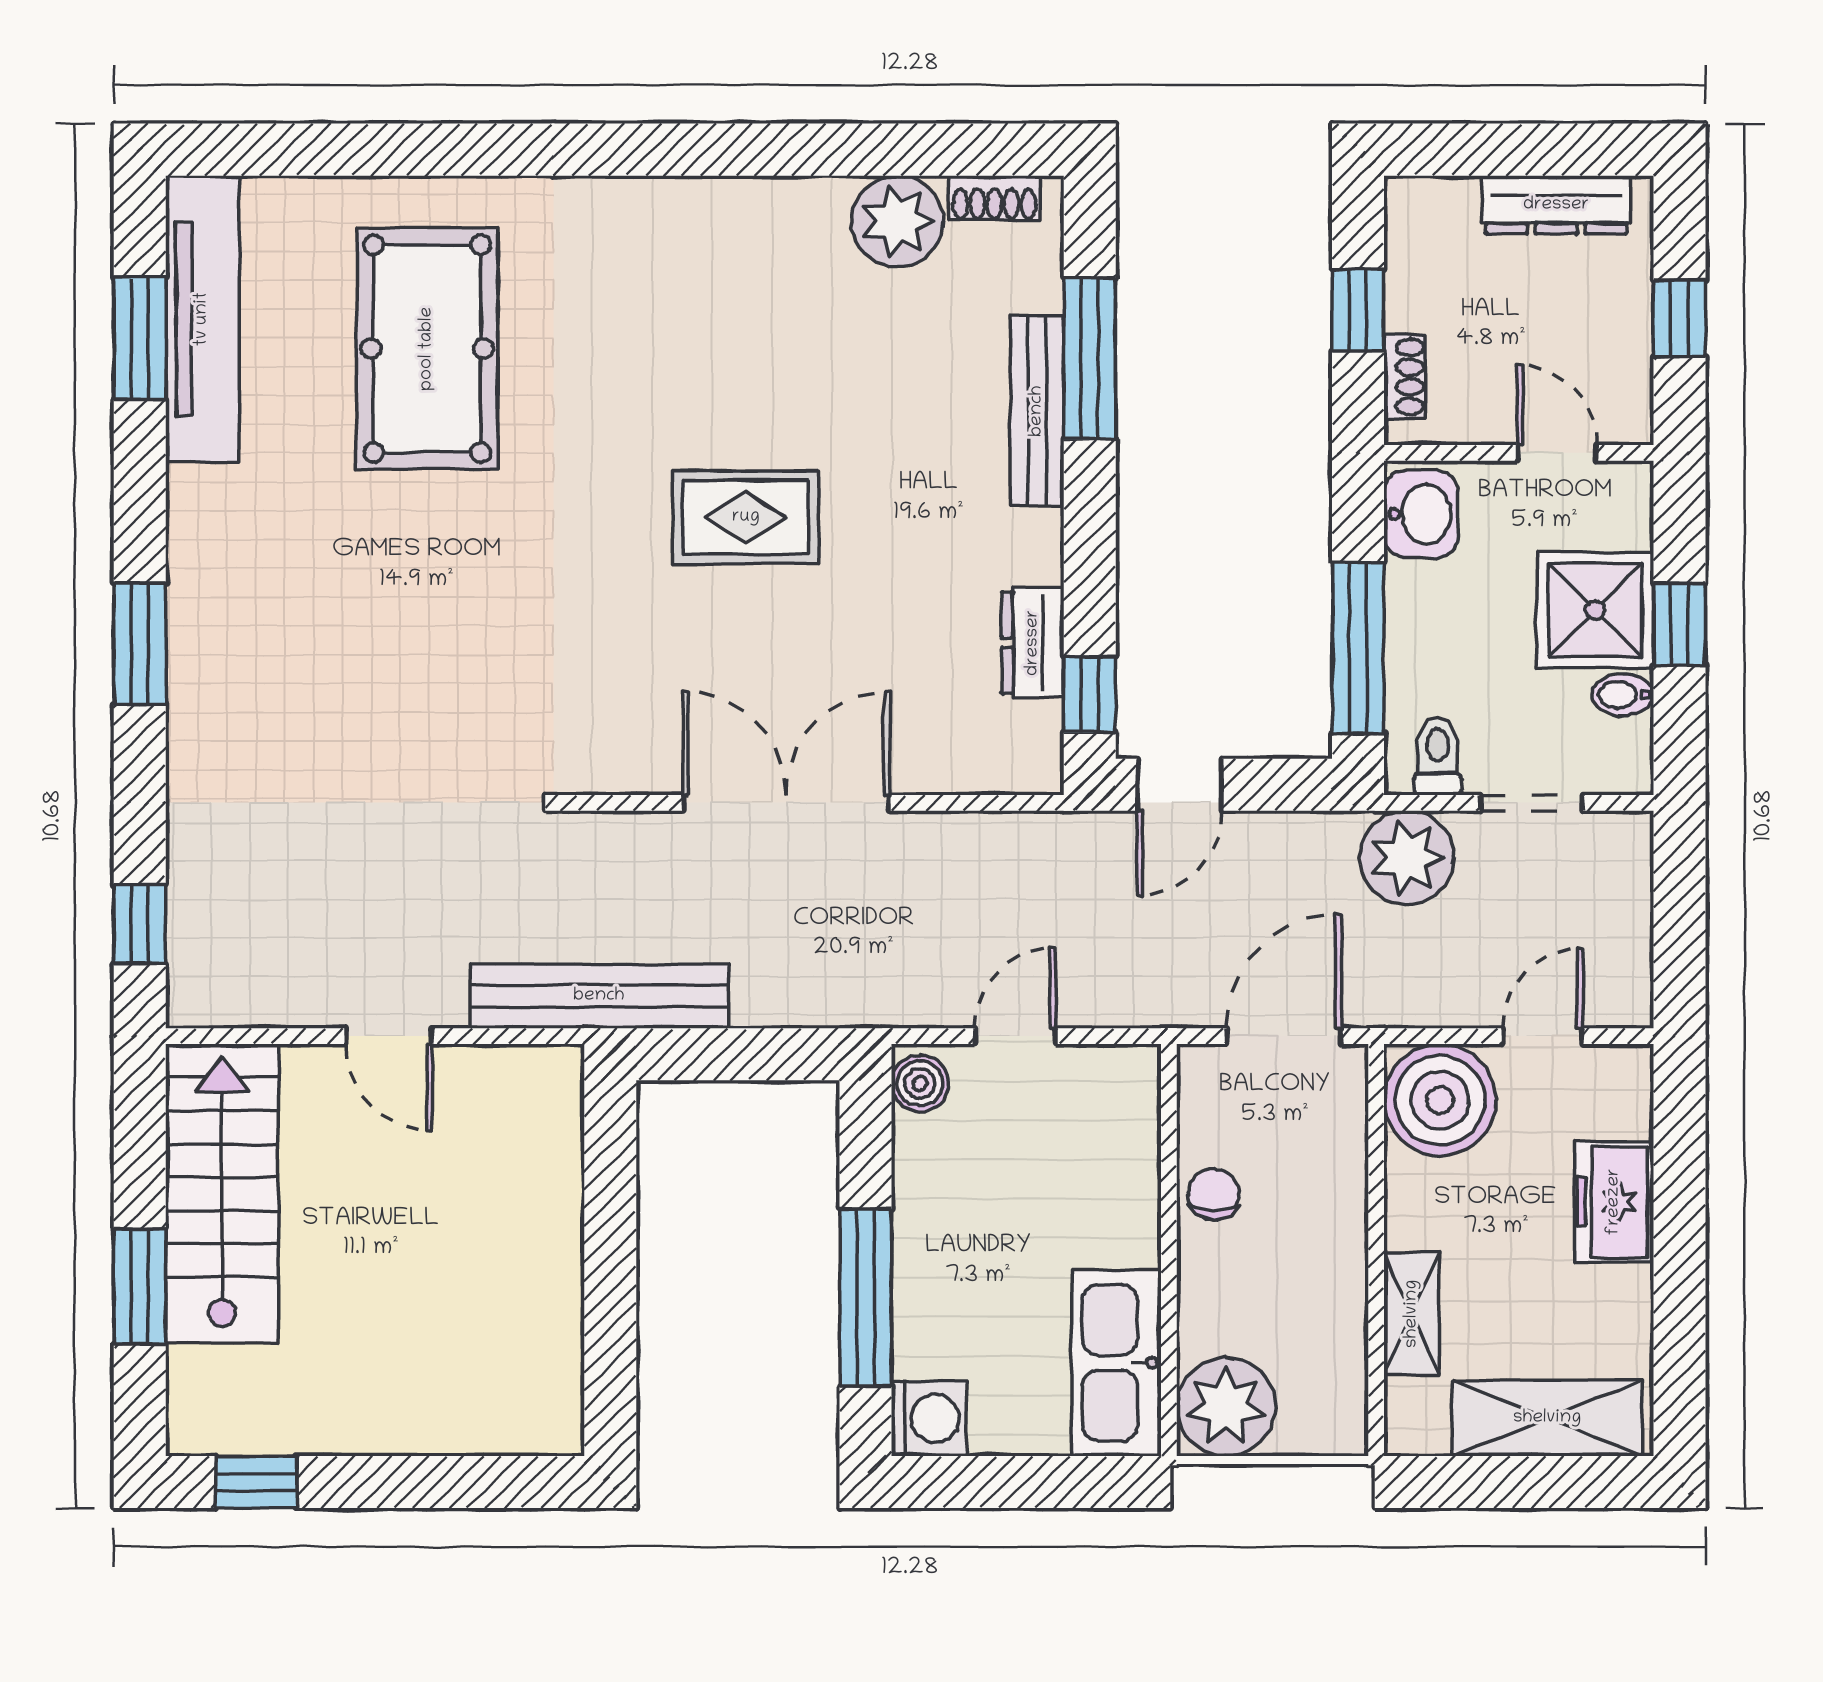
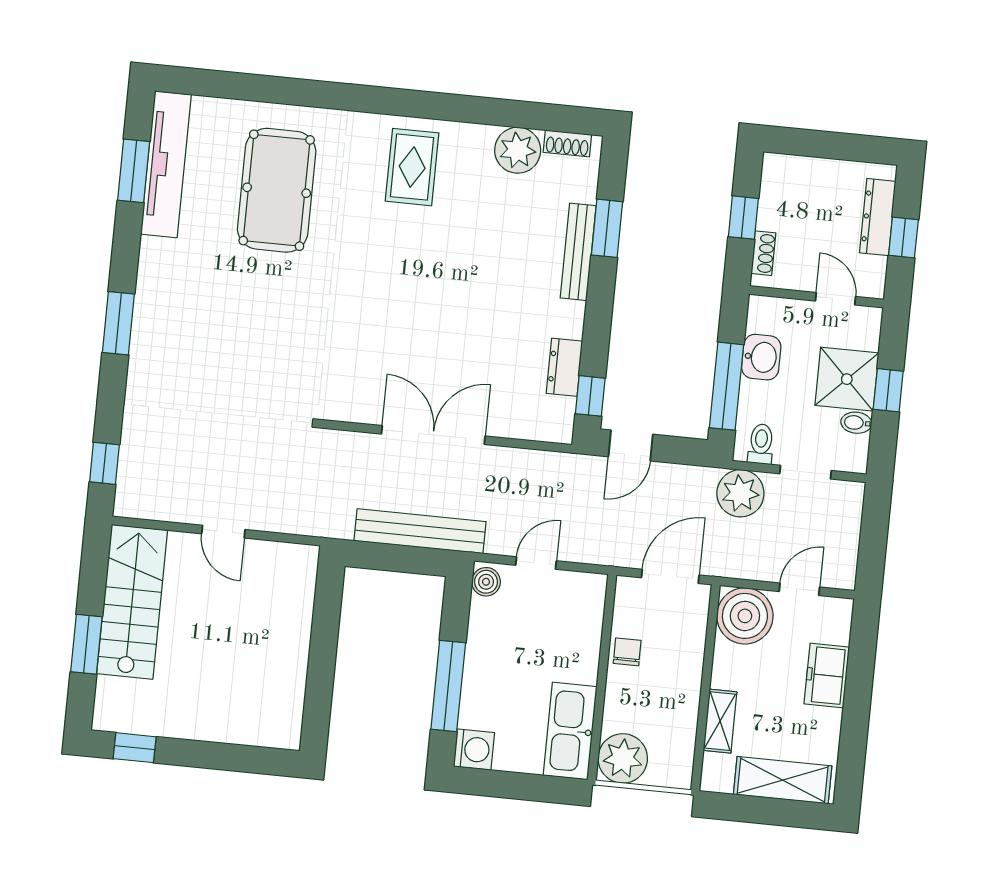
dresser: (1556, 205) -> (878, 217), moved, turned 90
window: (1090, 359) -> (607, 228), width x0.69
washbasin: (1421, 514) -> (761, 357), moved
rug: (746, 517) -> (412, 167), moved, turned 90
bench: (599, 996) -> (420, 531), moved

